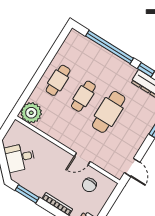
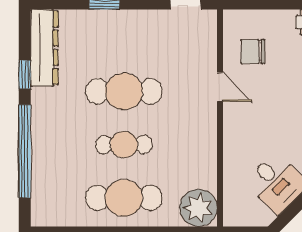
cafe table: (58, 80) -> (124, 198), width x1.37, depth x1.35
chair: (89, 185) -> (253, 52), turned 180

